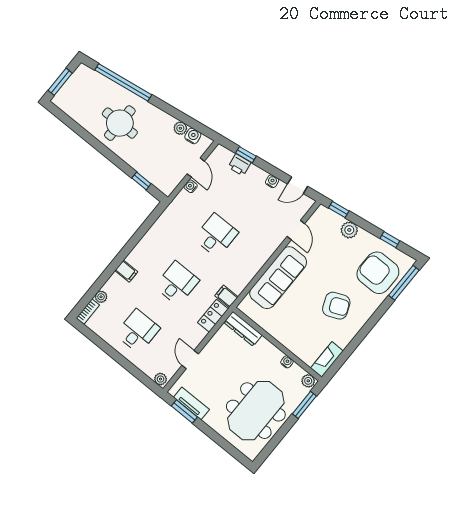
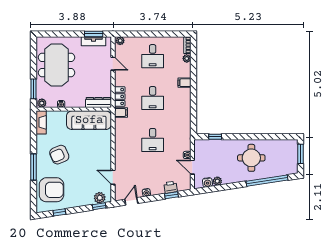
plant: (349, 230) -> (100, 198), moved
sofa: (278, 278) -> (89, 120), moved, turned -90
window: (404, 283) -> (33, 167), moved

